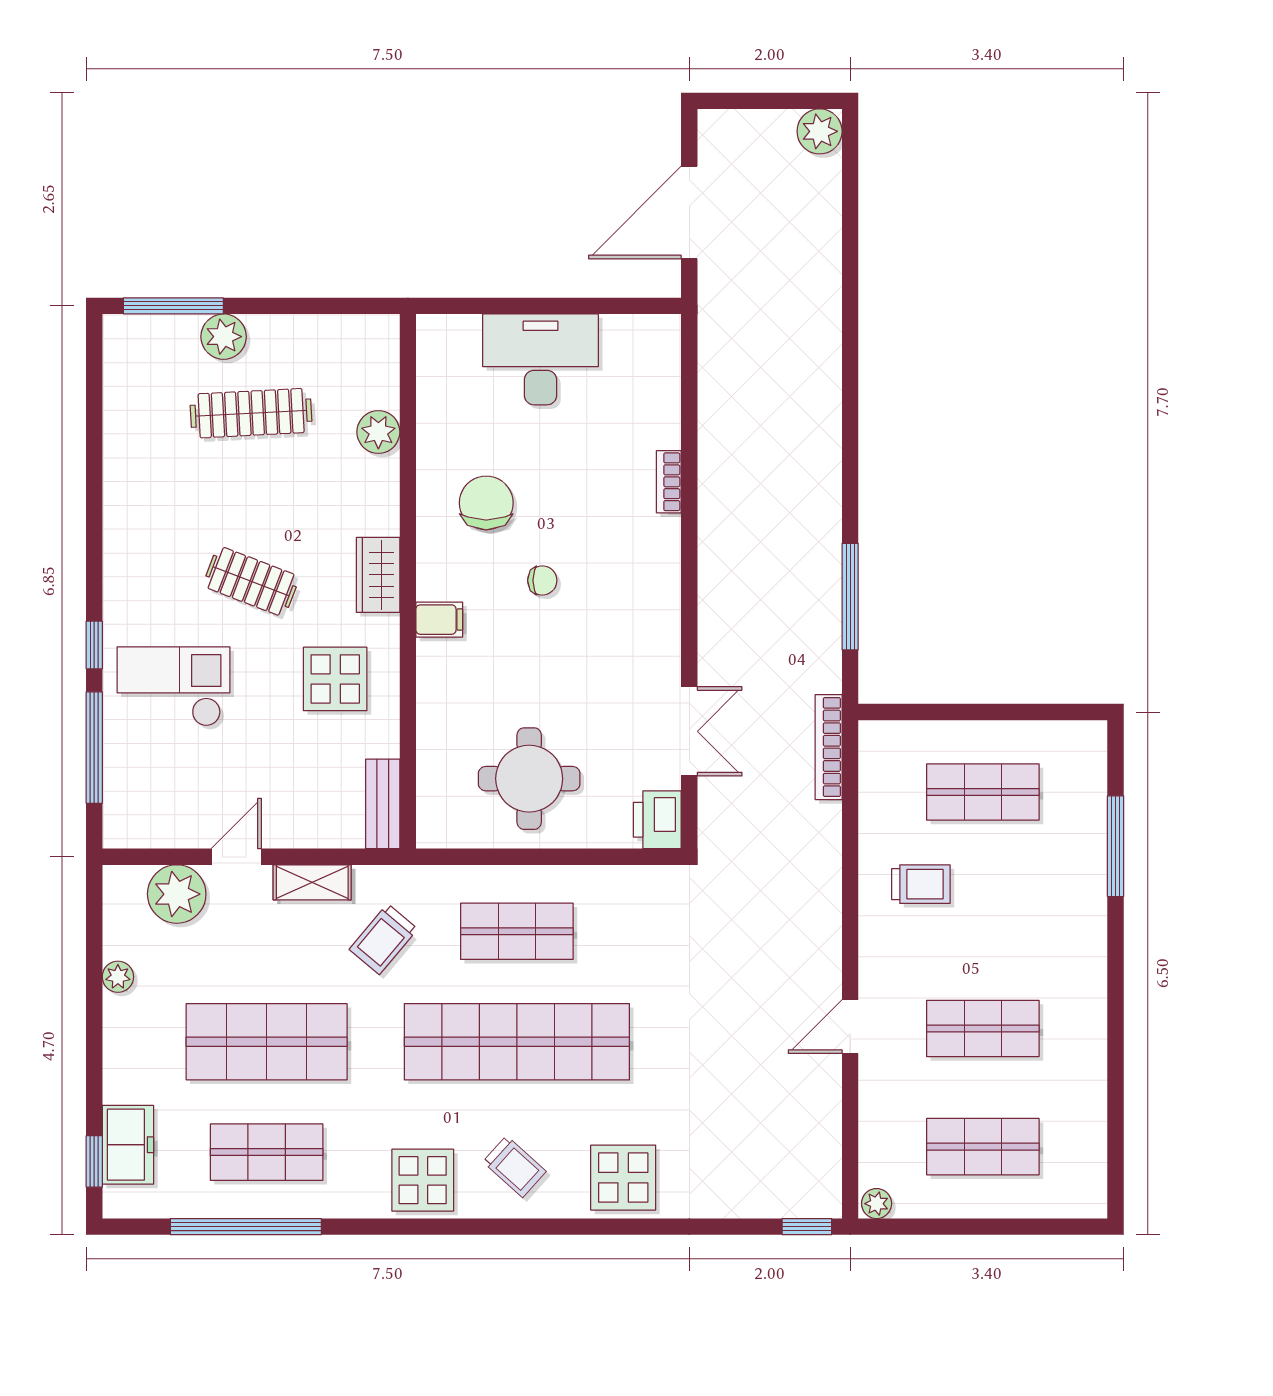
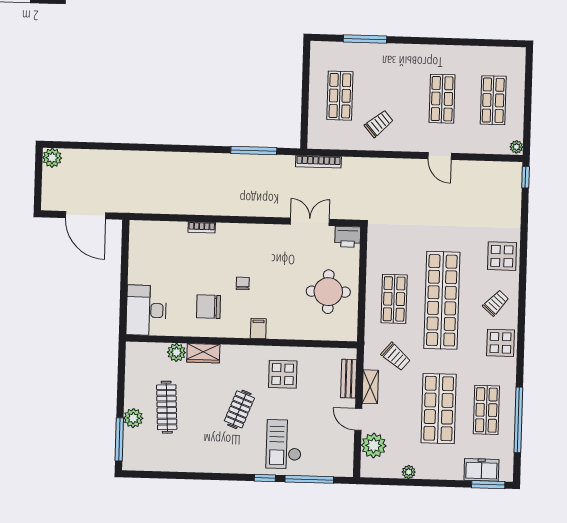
desk: (540, 359) -> (146, 310), moved
wardrobe: (378, 575) -> (203, 353), moved
bench: (383, 804) -> (349, 379), moved, turned 90
trolley: (921, 884) -> (379, 124), turned 49
window: (94, 1161) -> (488, 485), width x1.50

